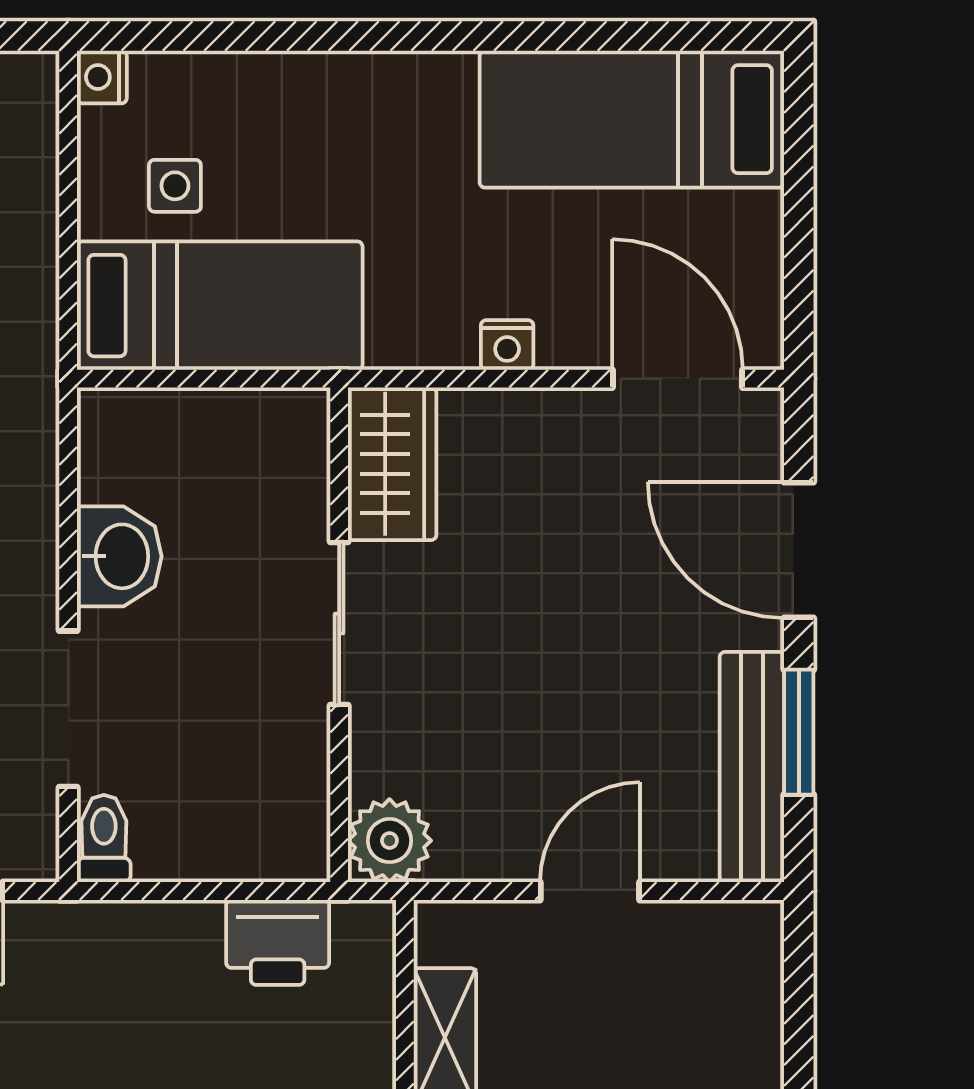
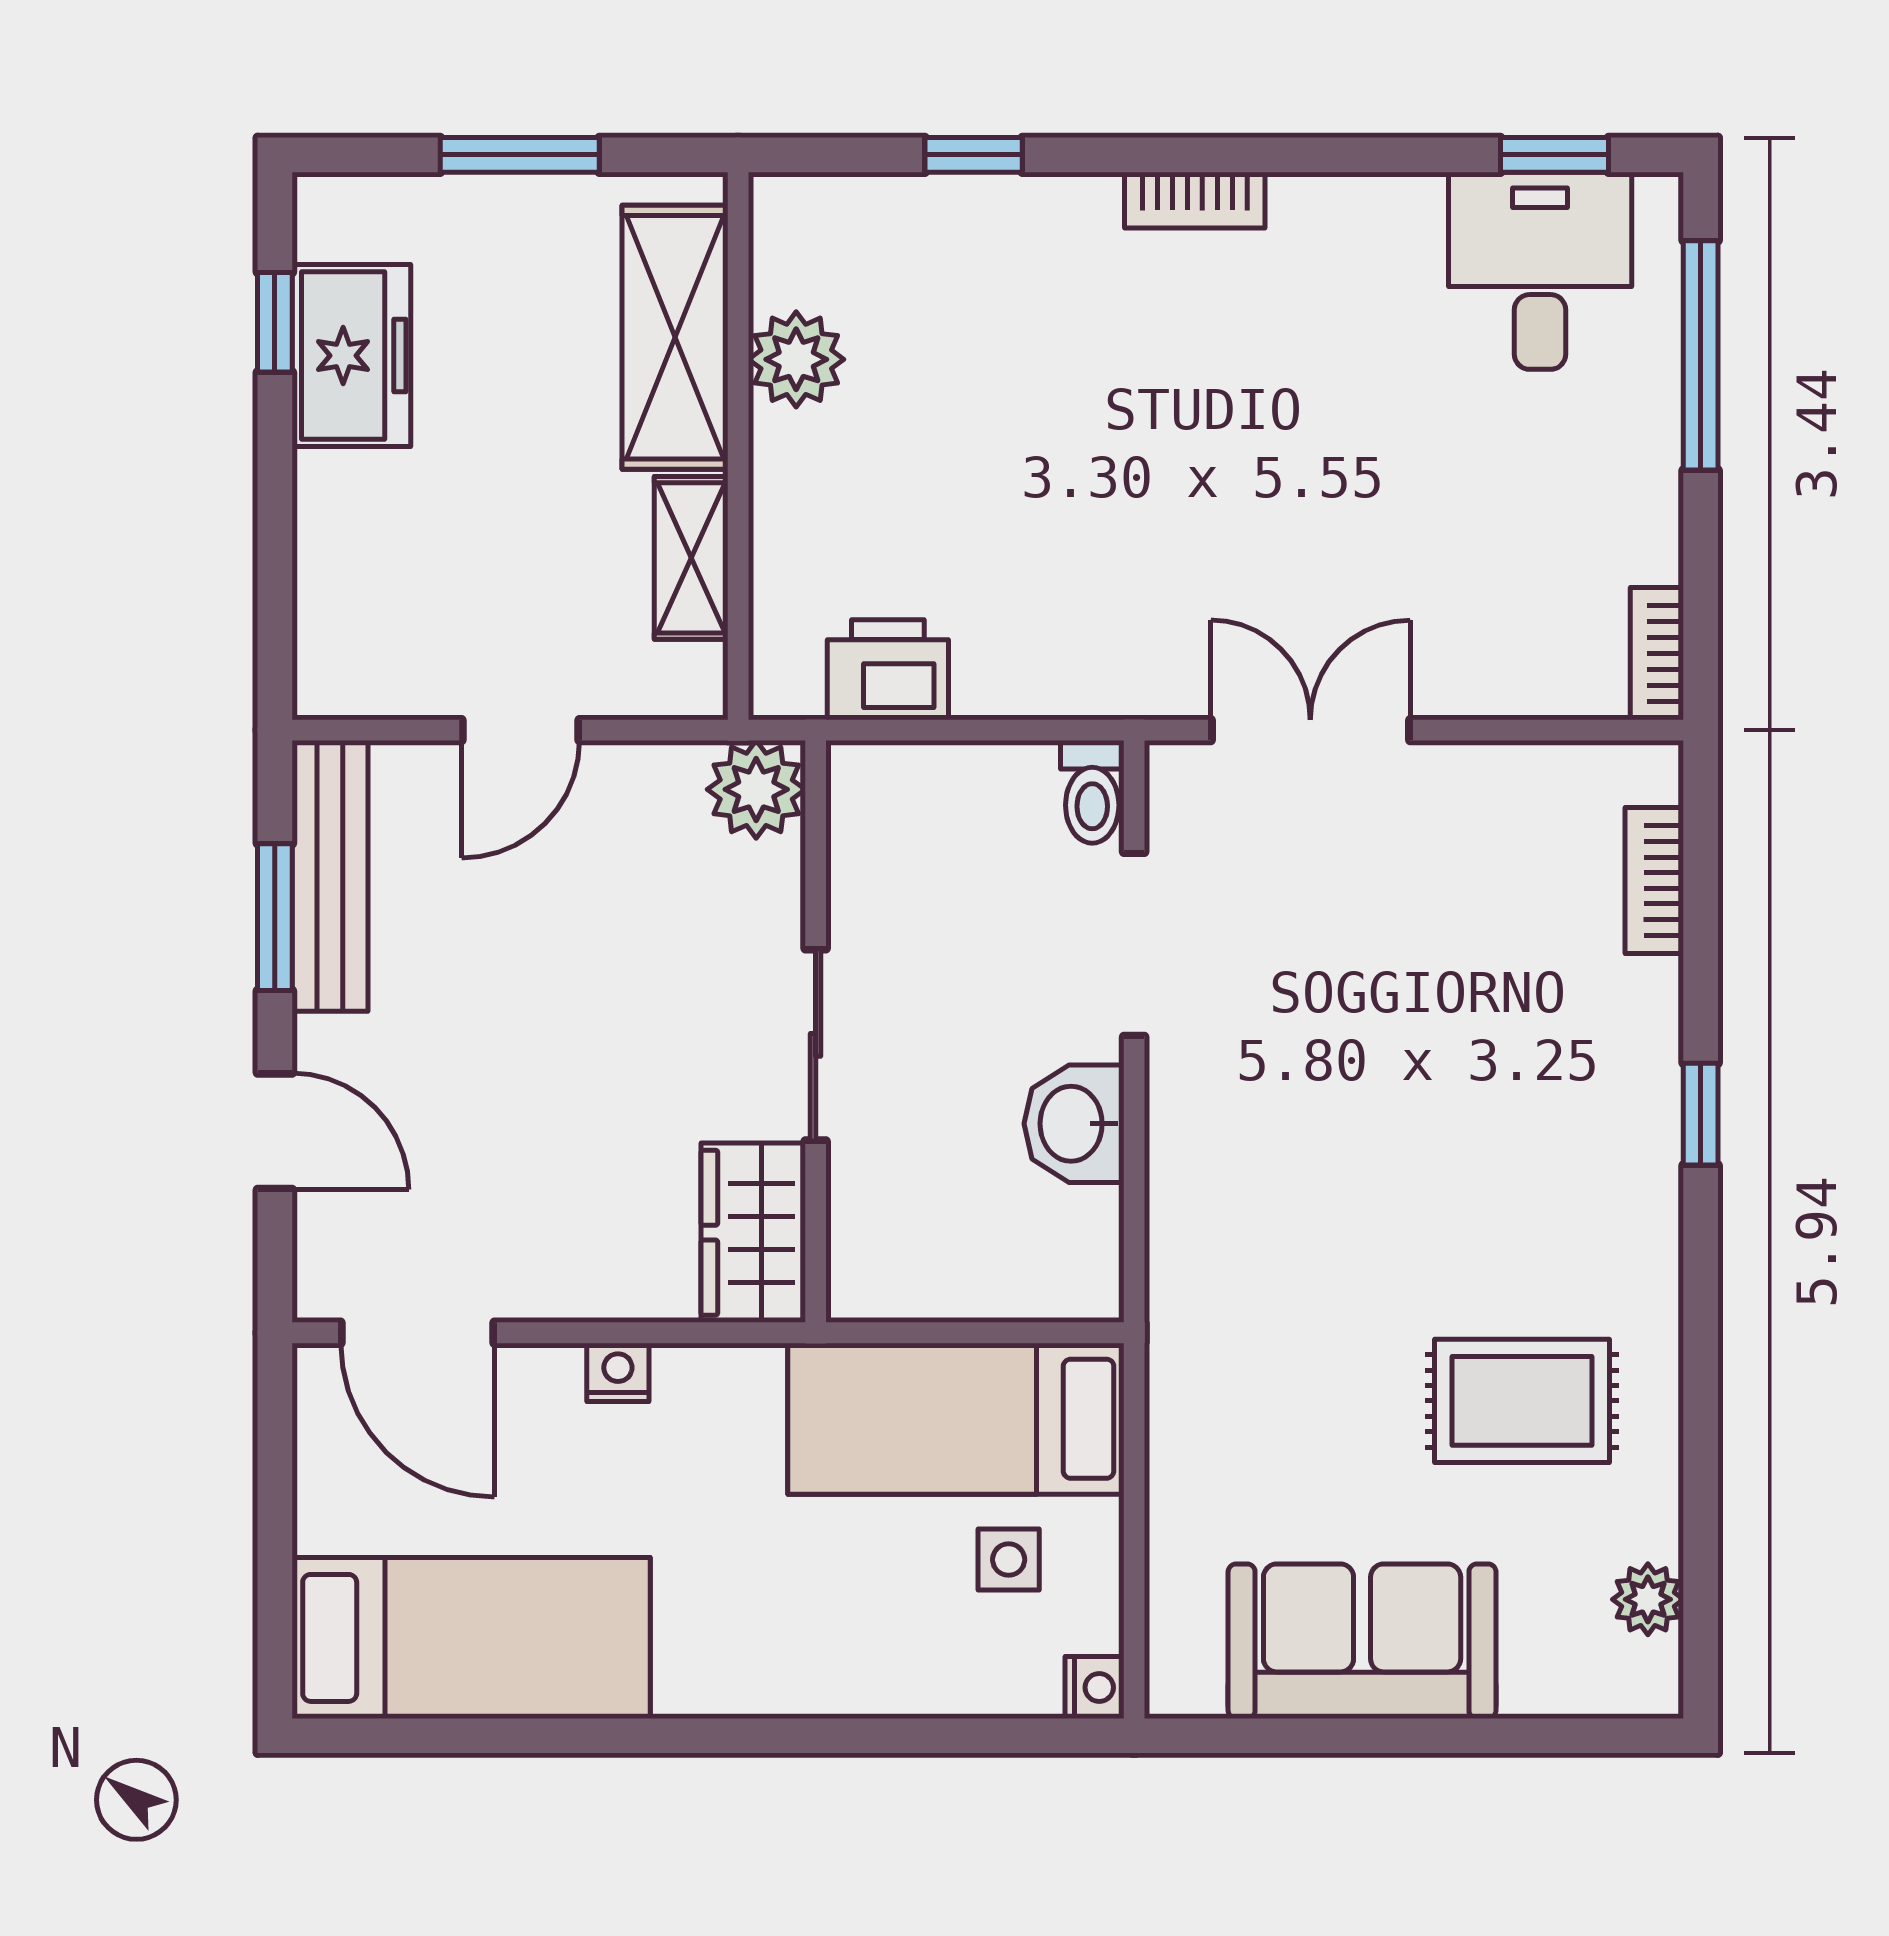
door: (799, 550) -> (275, 1131), width x0.73

